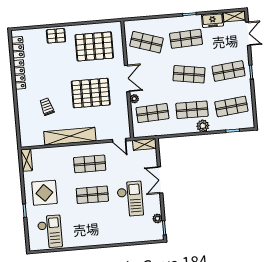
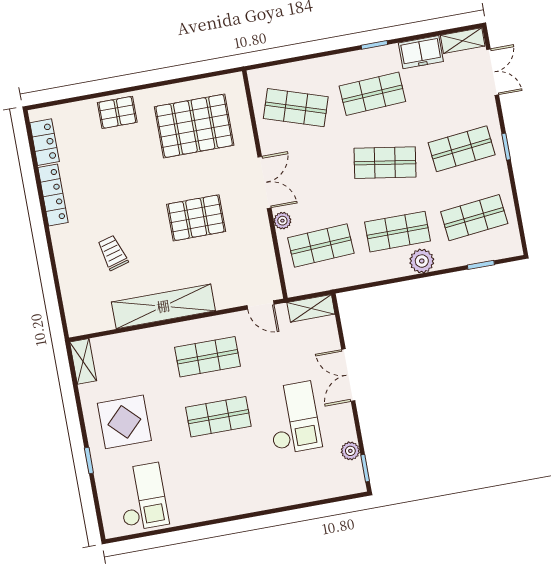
pallet: (91, 93) -> (196, 218), width x0.73, depth x0.71

